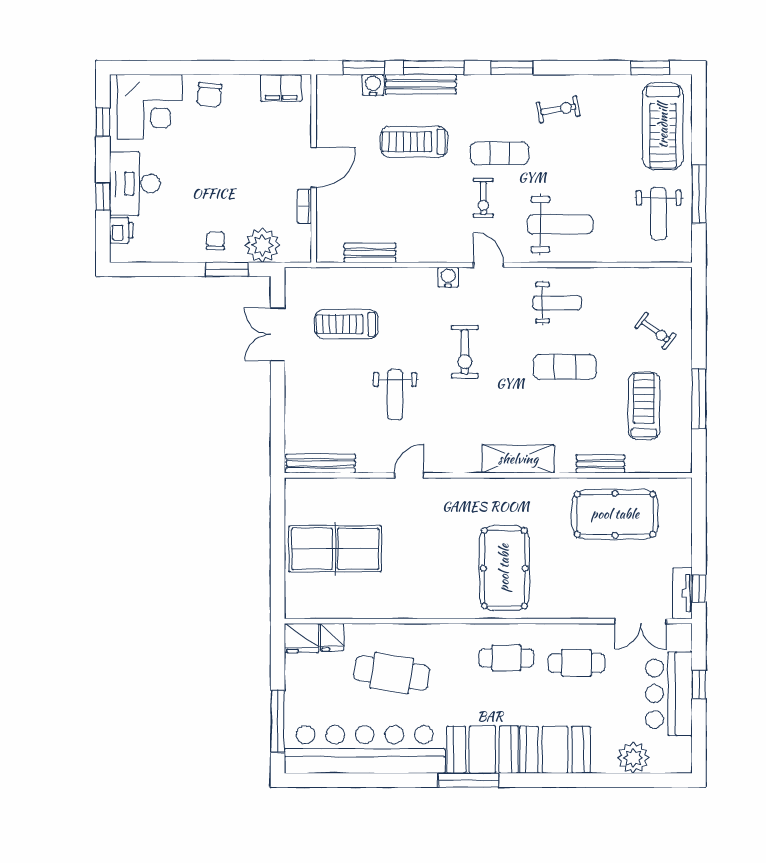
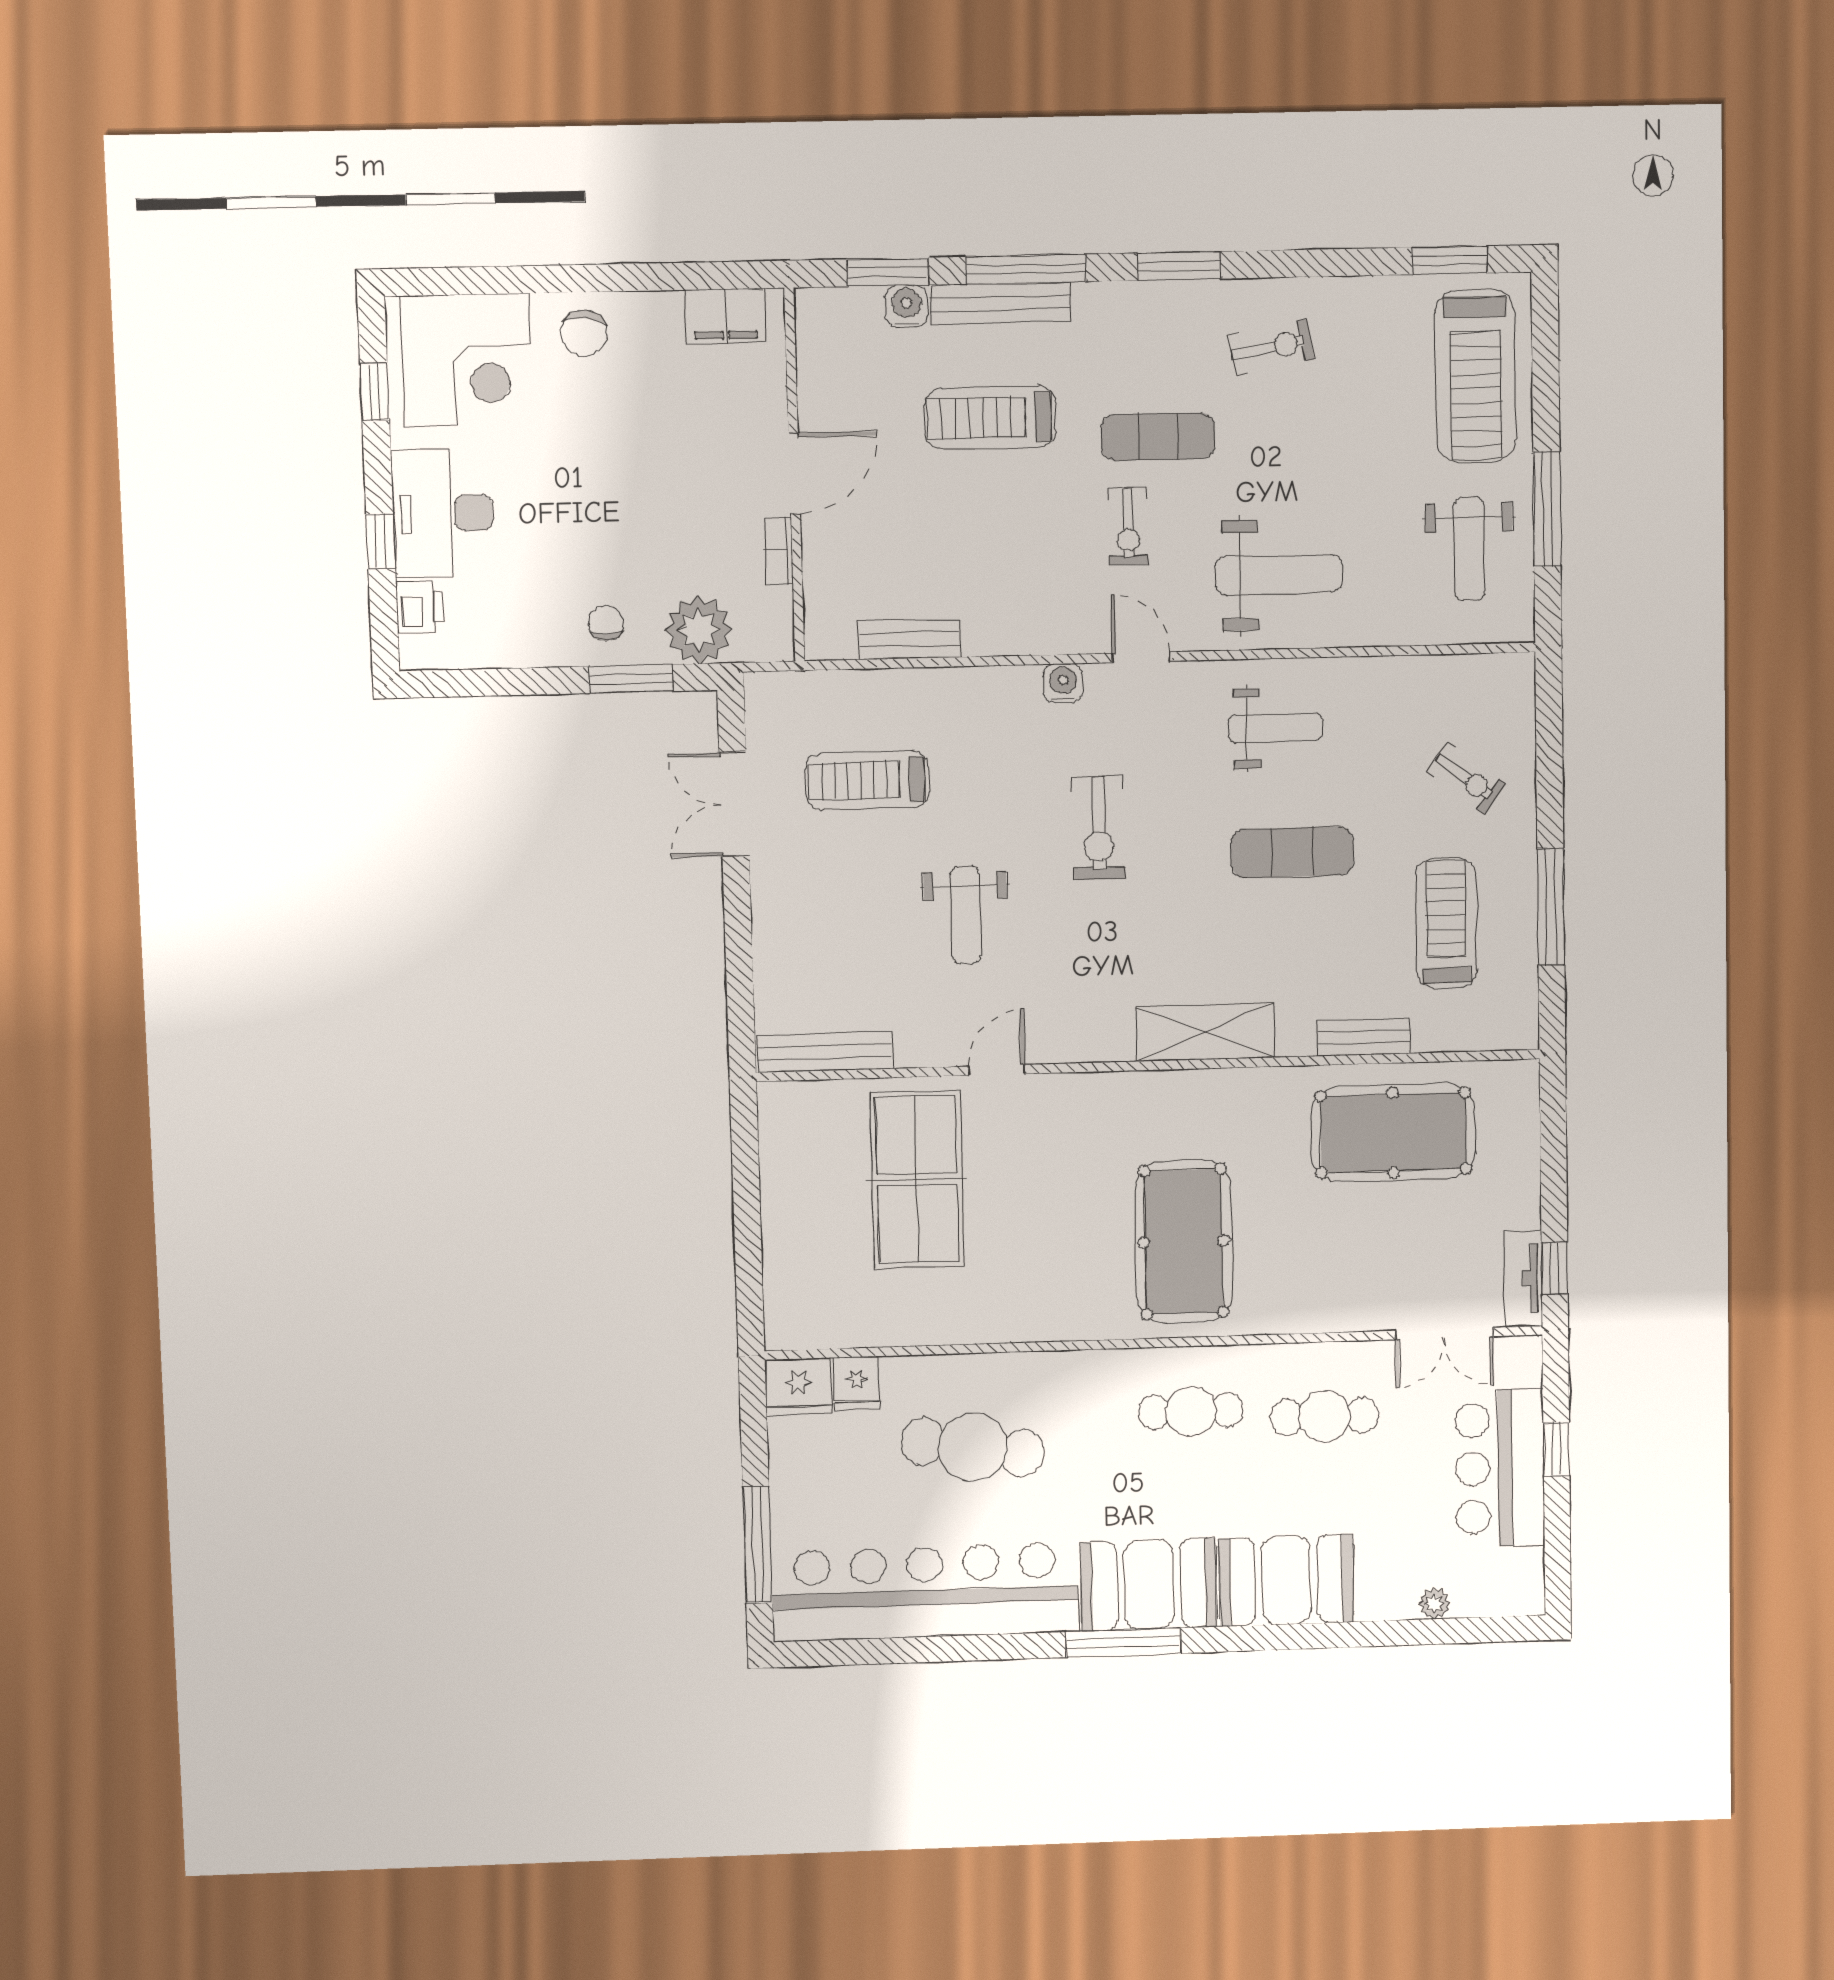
table tennis table: (335, 549) -> (917, 1179), moved, turned 90
plant: (633, 758) -> (1434, 1604), width x0.53, depth x0.53

